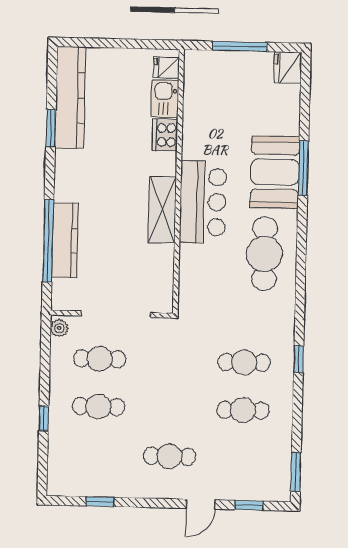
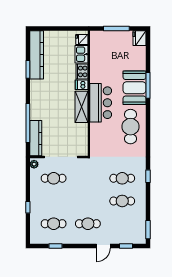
dishwasher: (164, 163) -> (82, 85), added
kitchen counter: (65, 240) -> (36, 138), moved
cafe table: (98, 407) -> (54, 224), moved

